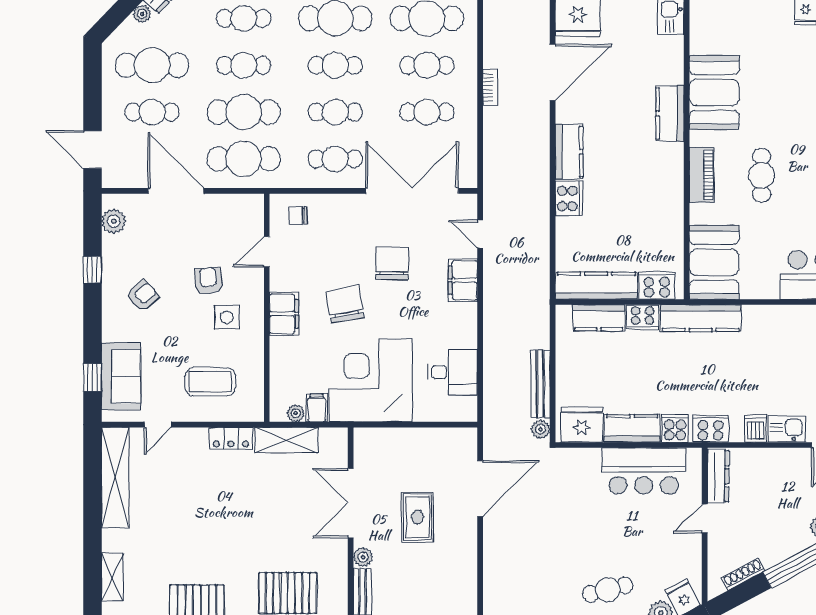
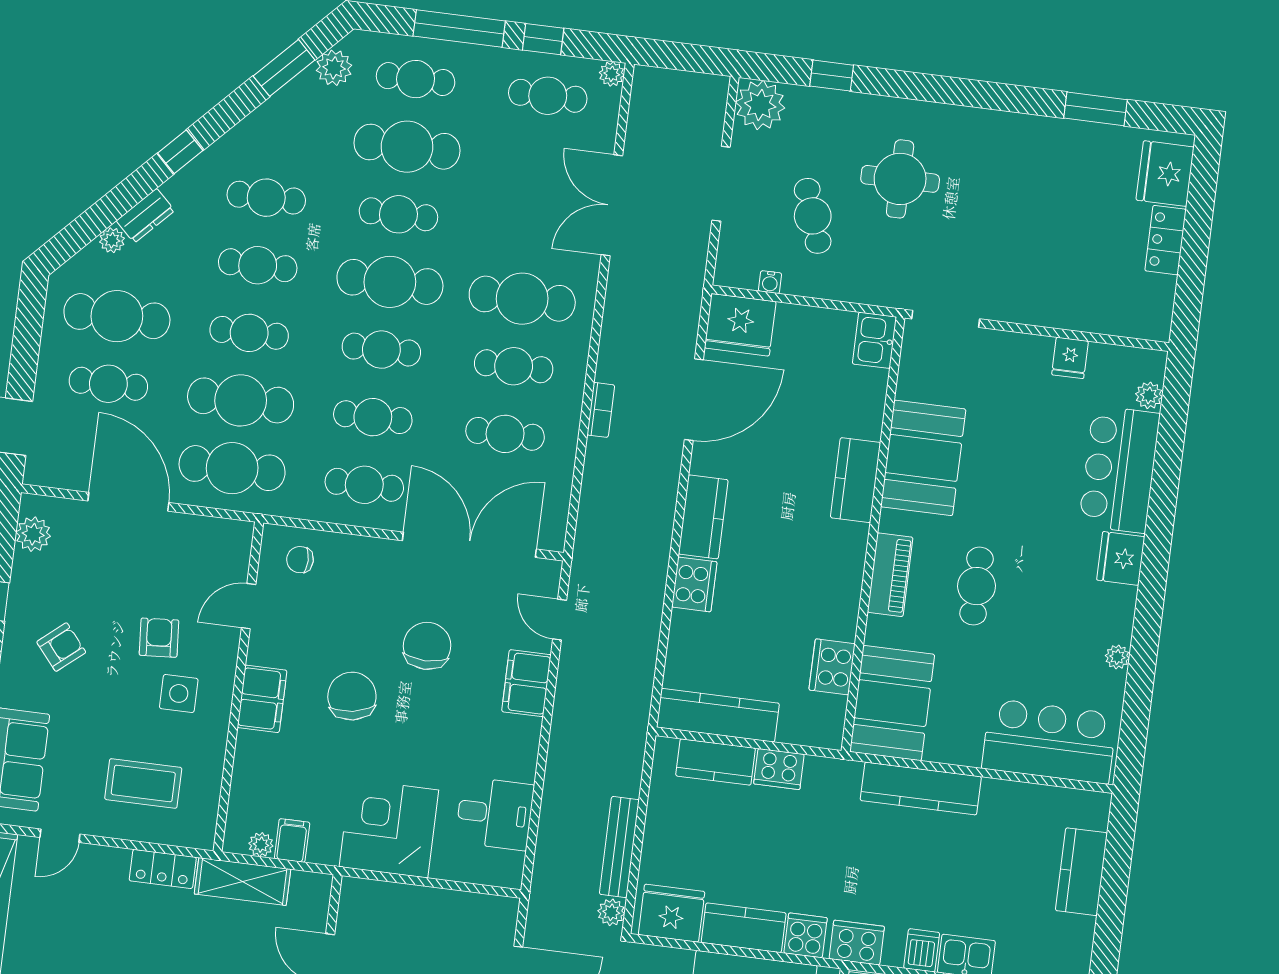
cooker: (657, 286) -> (832, 667), moved, turned -90
kitchen counter: (701, 318) -> (921, 789), moved
corner desk: (371, 380) -> (389, 828), width x0.74, depth x0.74

